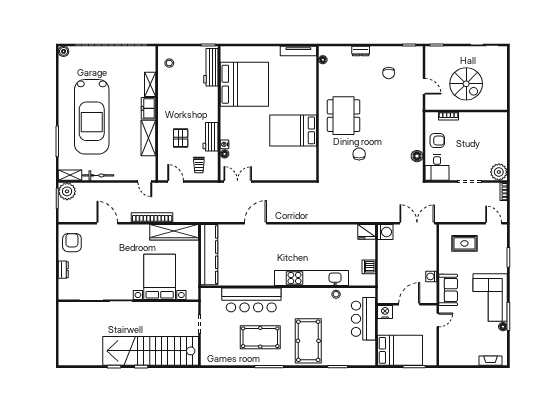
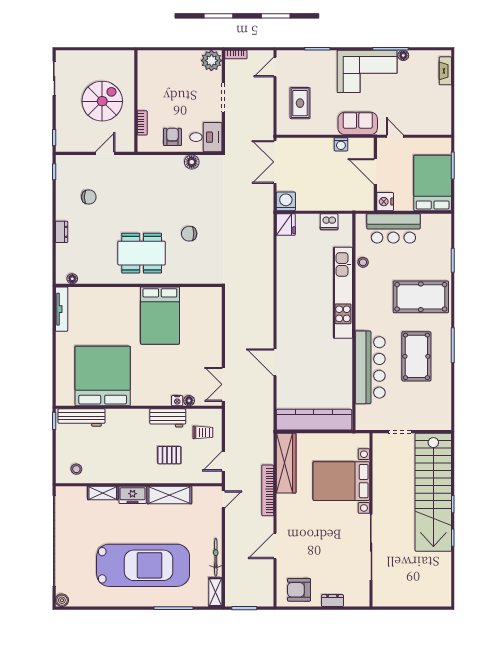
plant: (67, 191) -> (235, 596), removed

